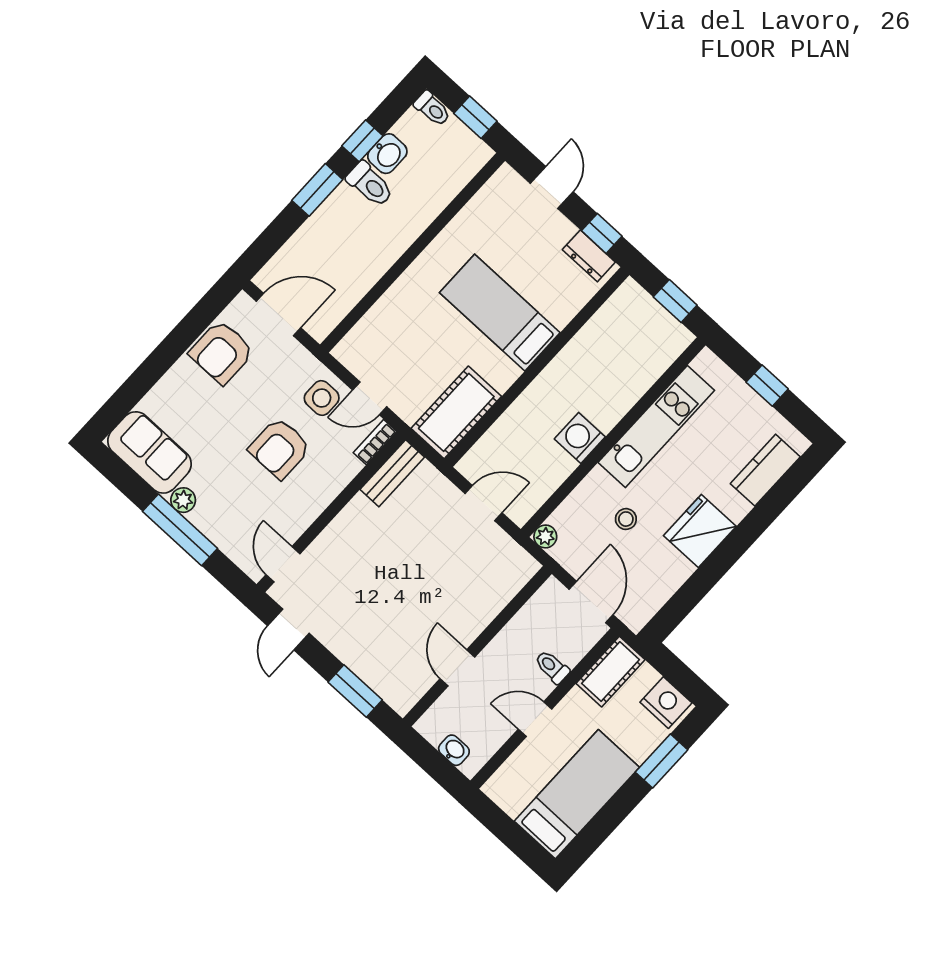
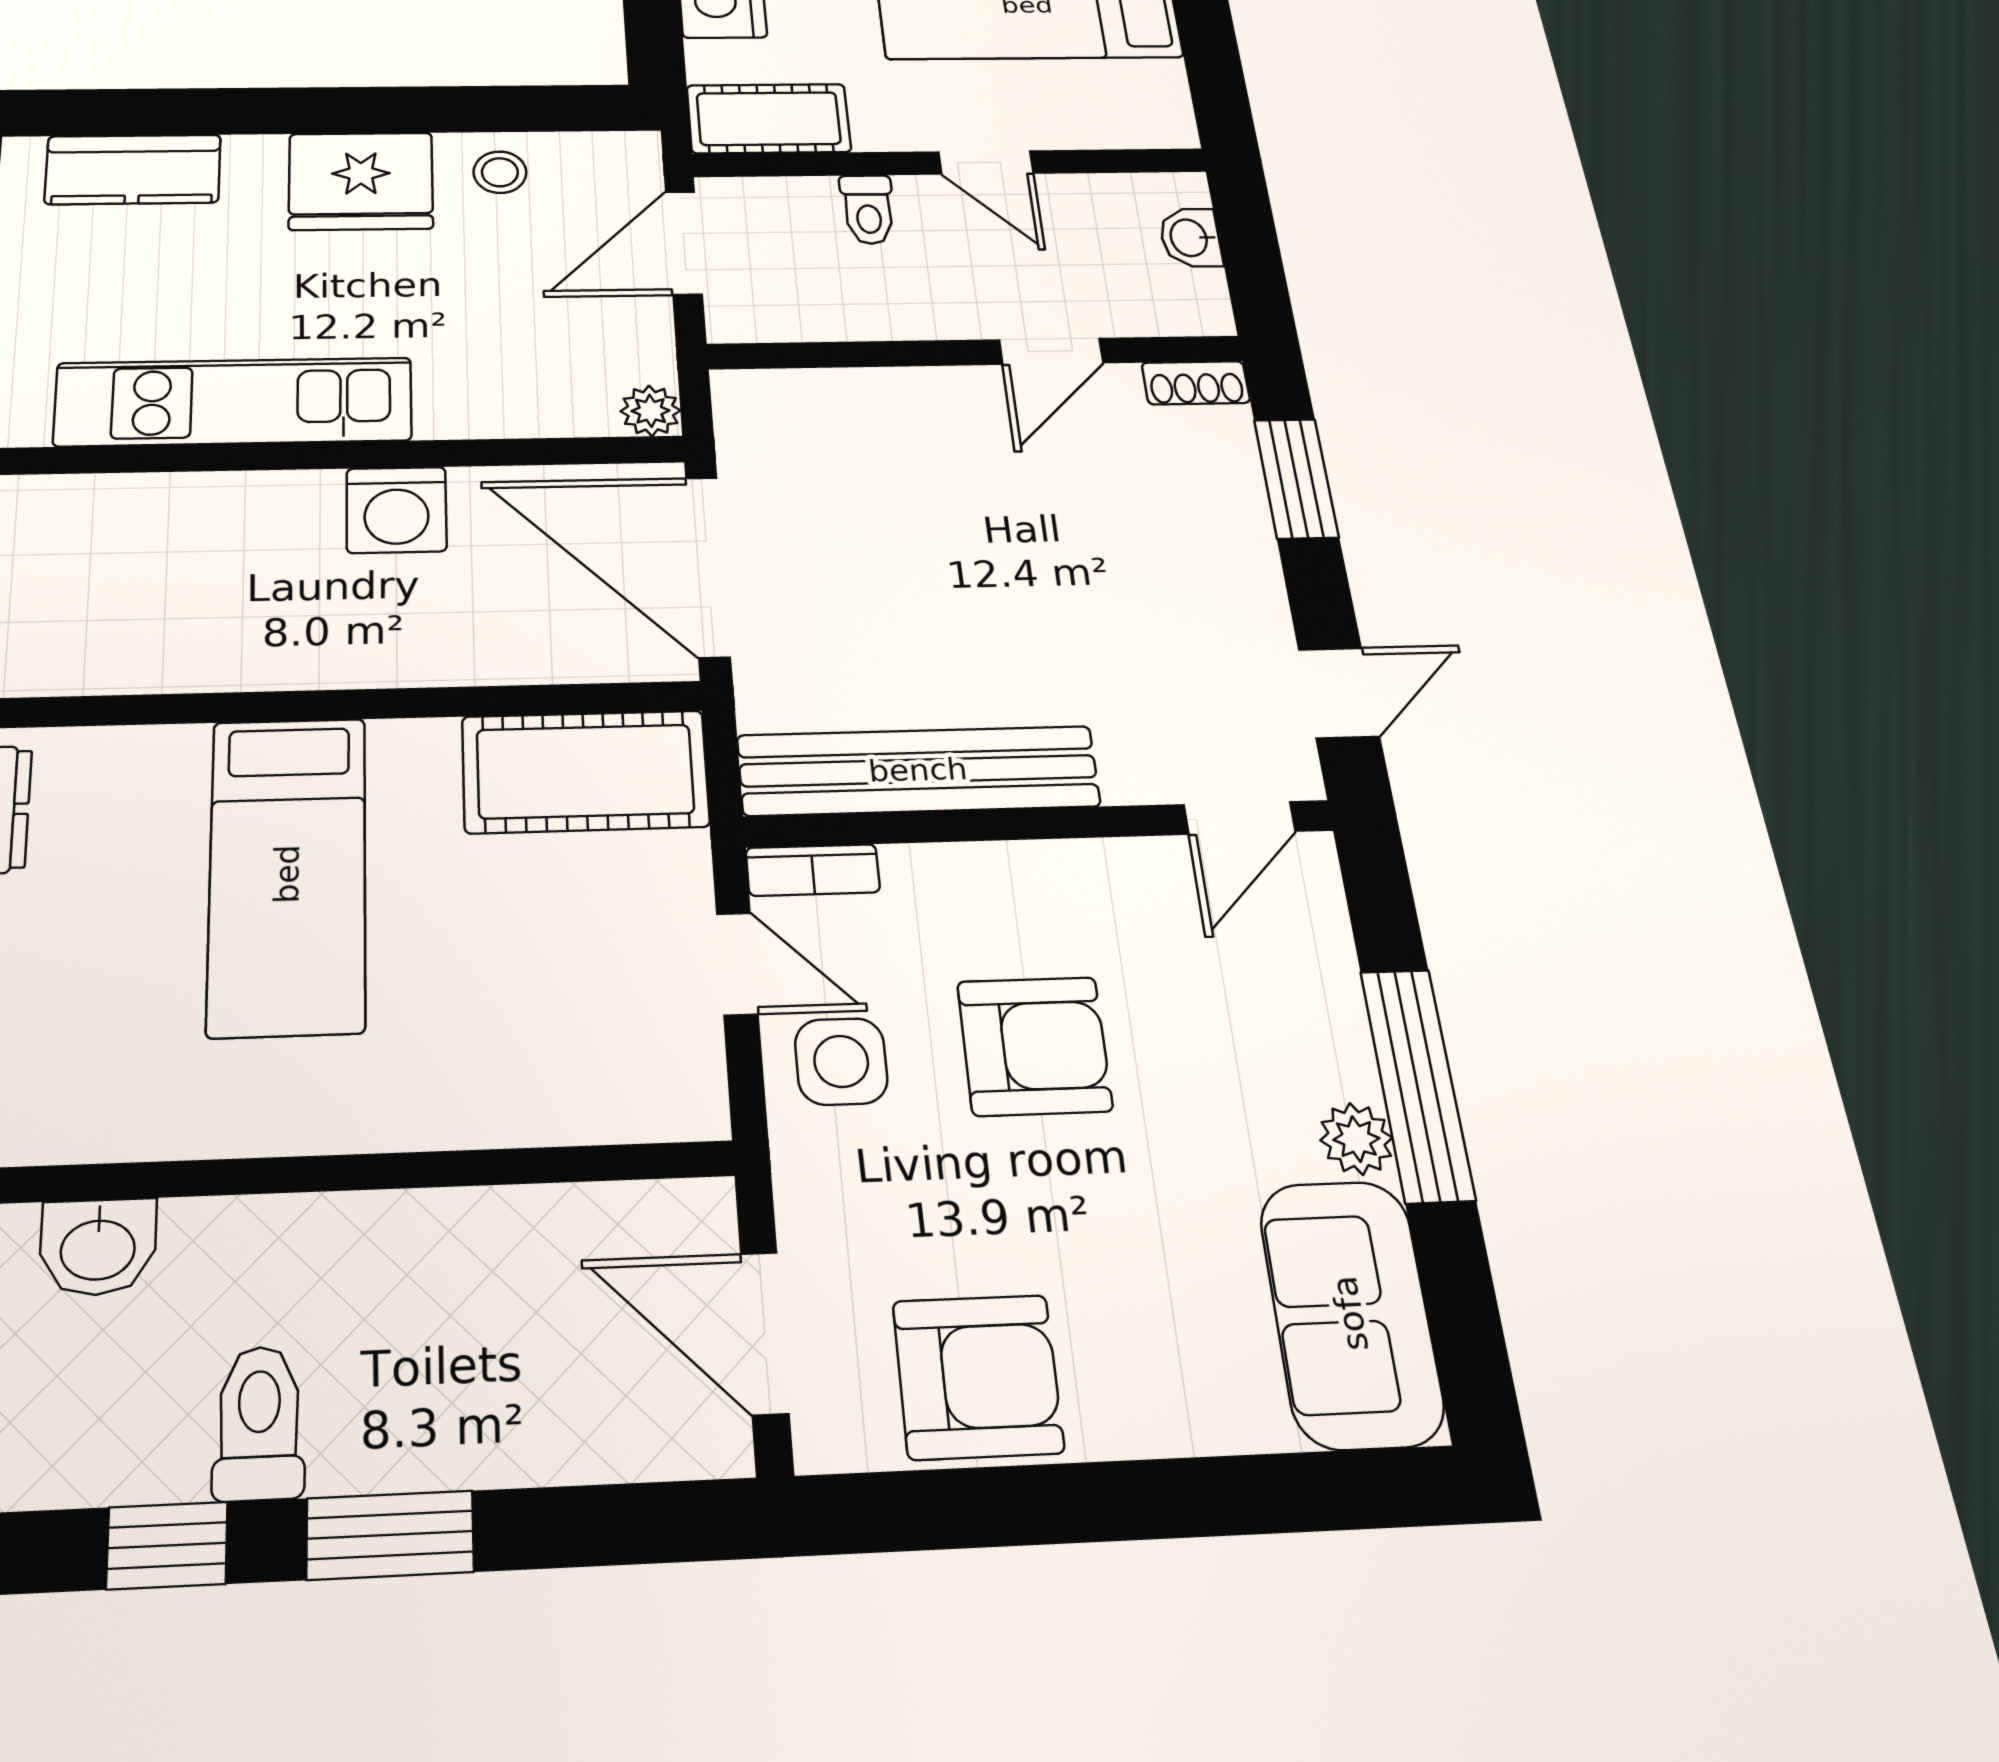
washbasin: (387, 154) -> (98, 1247), moved, turned 180
bench: (392, 473) -> (918, 771), width x1.86, depth x1.21
door: (484, 503) -> (708, 566), width x1.87
stool: (626, 519) -> (500, 172), moved
shoe rack: (409, 697) -> (1196, 383), added

